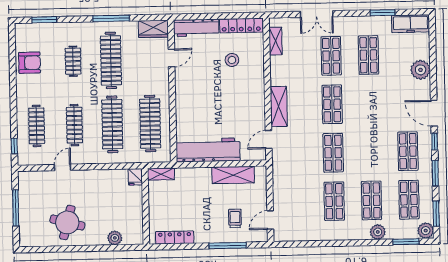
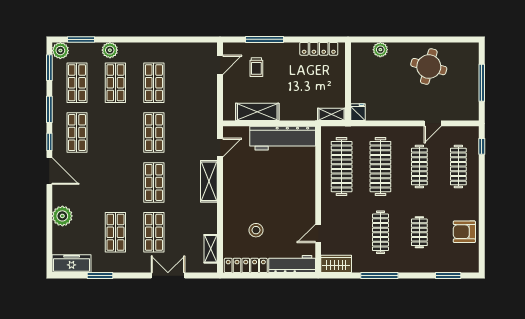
clothes rail: (111, 60) -> (380, 232), width x0.73, depth x0.76

